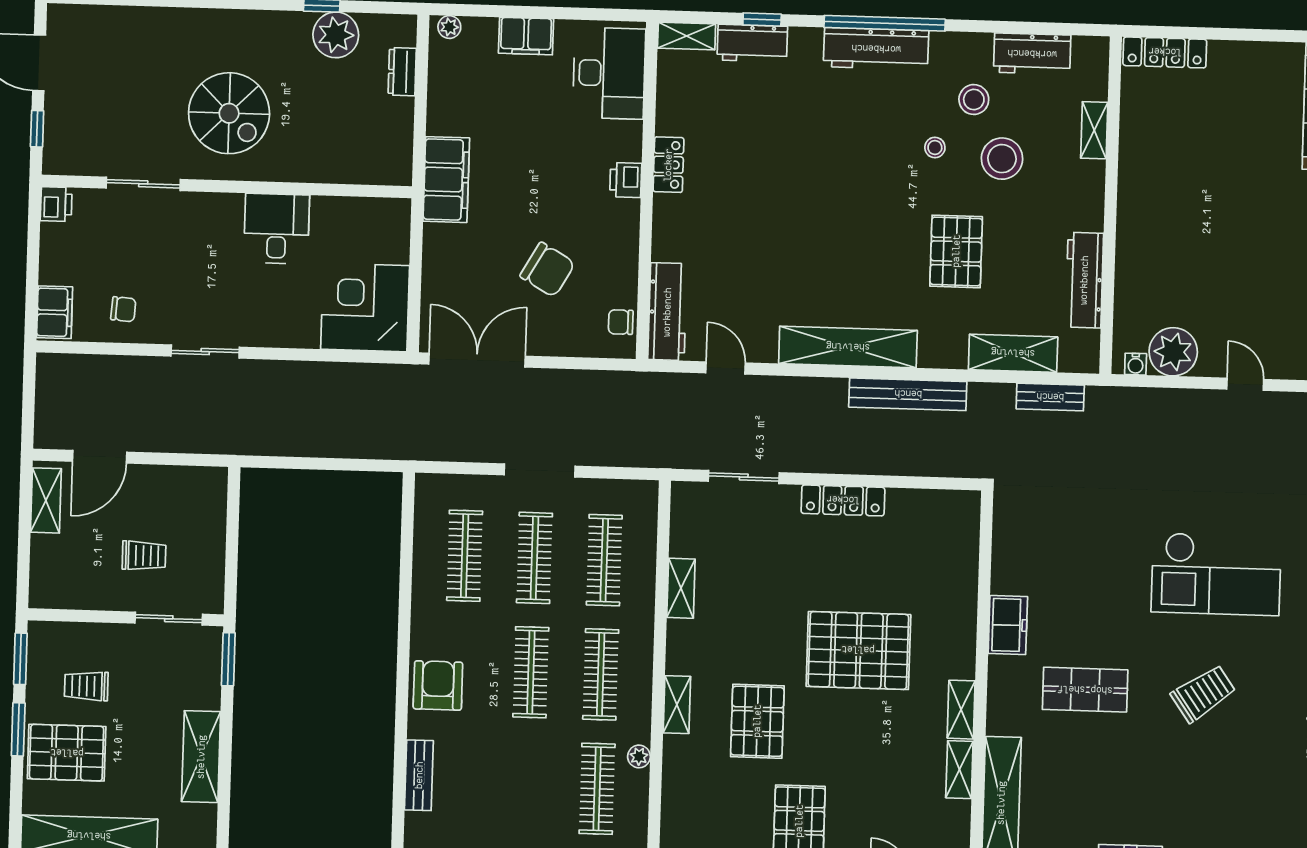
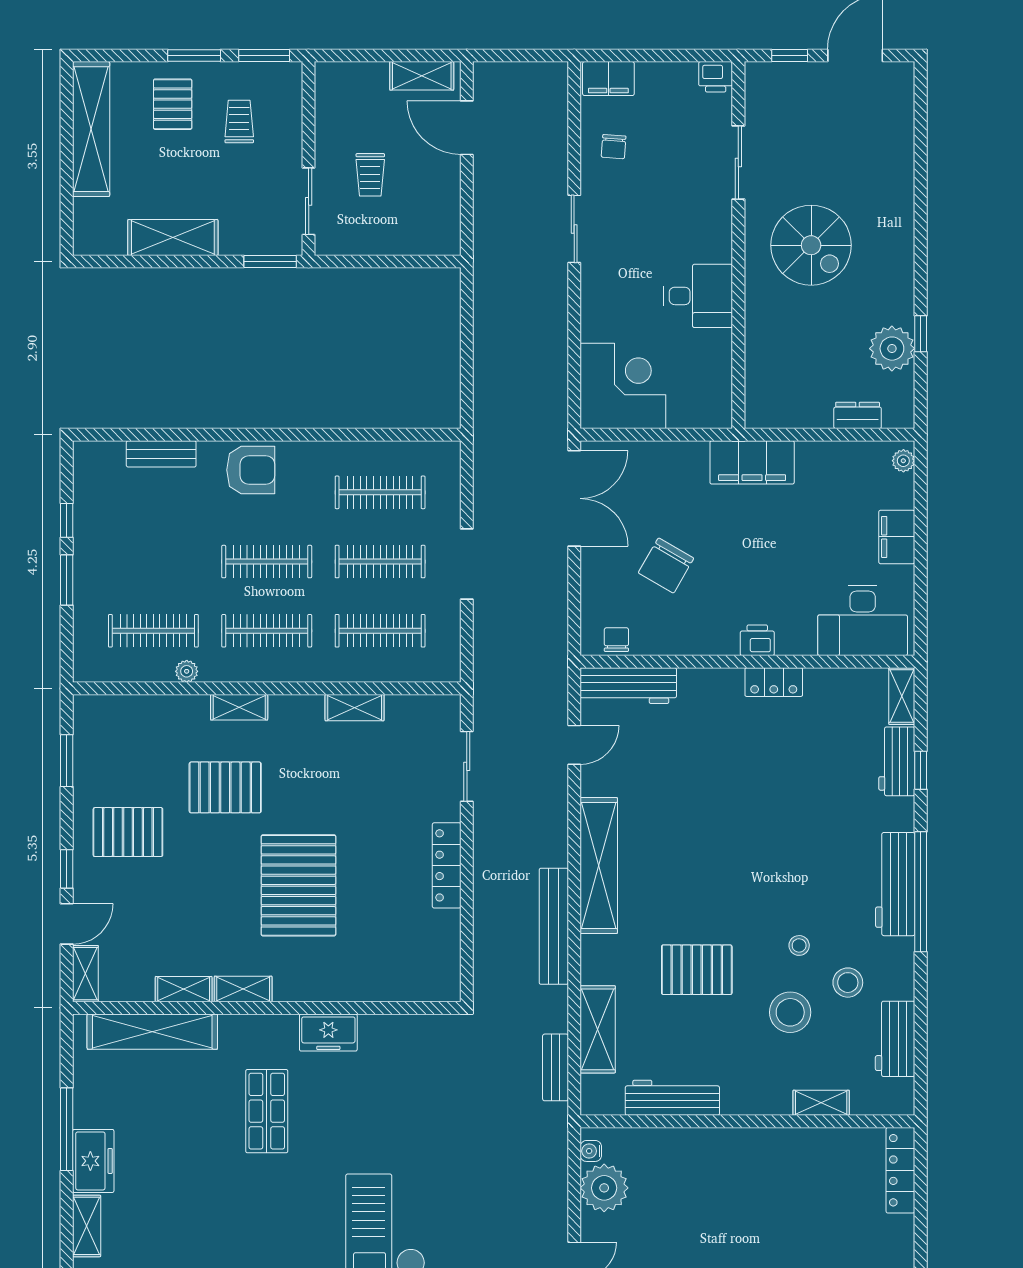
spiral stairs: (229, 113) -> (811, 245), turned -90
trolley: (1203, 693) -> (267, 1228), removed
pallet: (67, 753) -> (173, 104), width x0.67, depth x0.71

